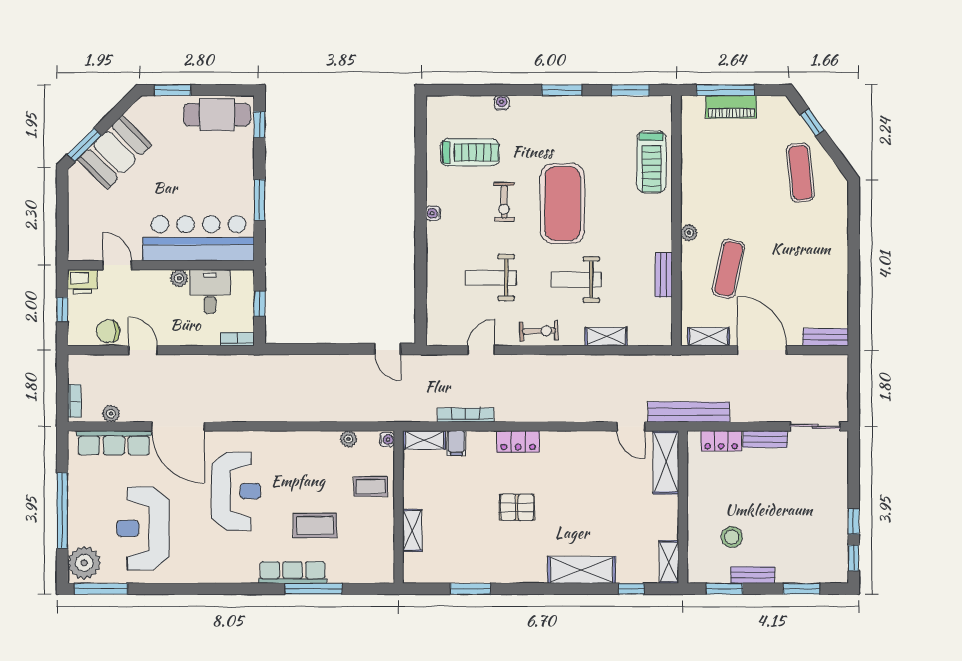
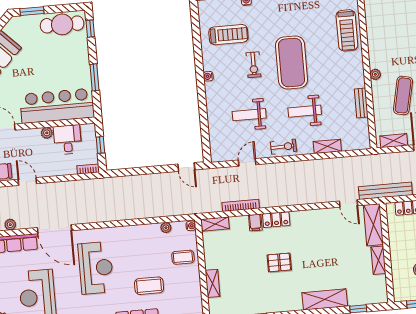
filing cabinet: (456, 443) -> (255, 223), moved
shelving: (669, 562) -> (378, 260), moved

